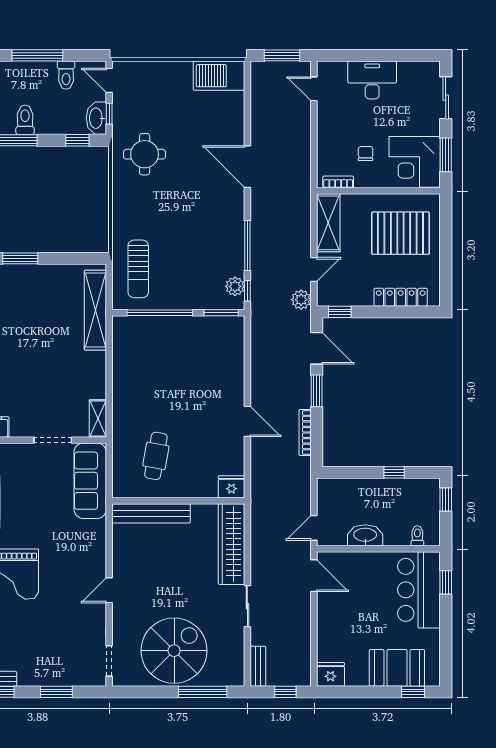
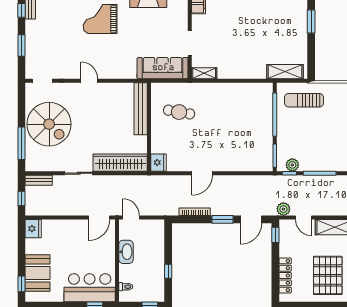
shelving: (95, 310) -> (285, 72), width x0.68

